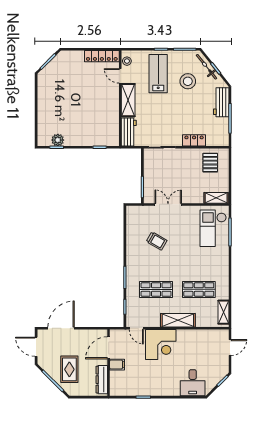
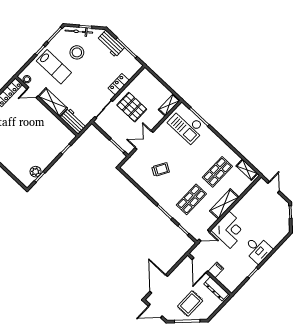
lab bench: (158, 74) -> (54, 67), turned 180
pallet: (210, 163) -> (132, 107), moved, width x1.50, depth x1.42
rug: (69, 369) -> (190, 303), turned 90
desk: (193, 383) -> (258, 249), moved

